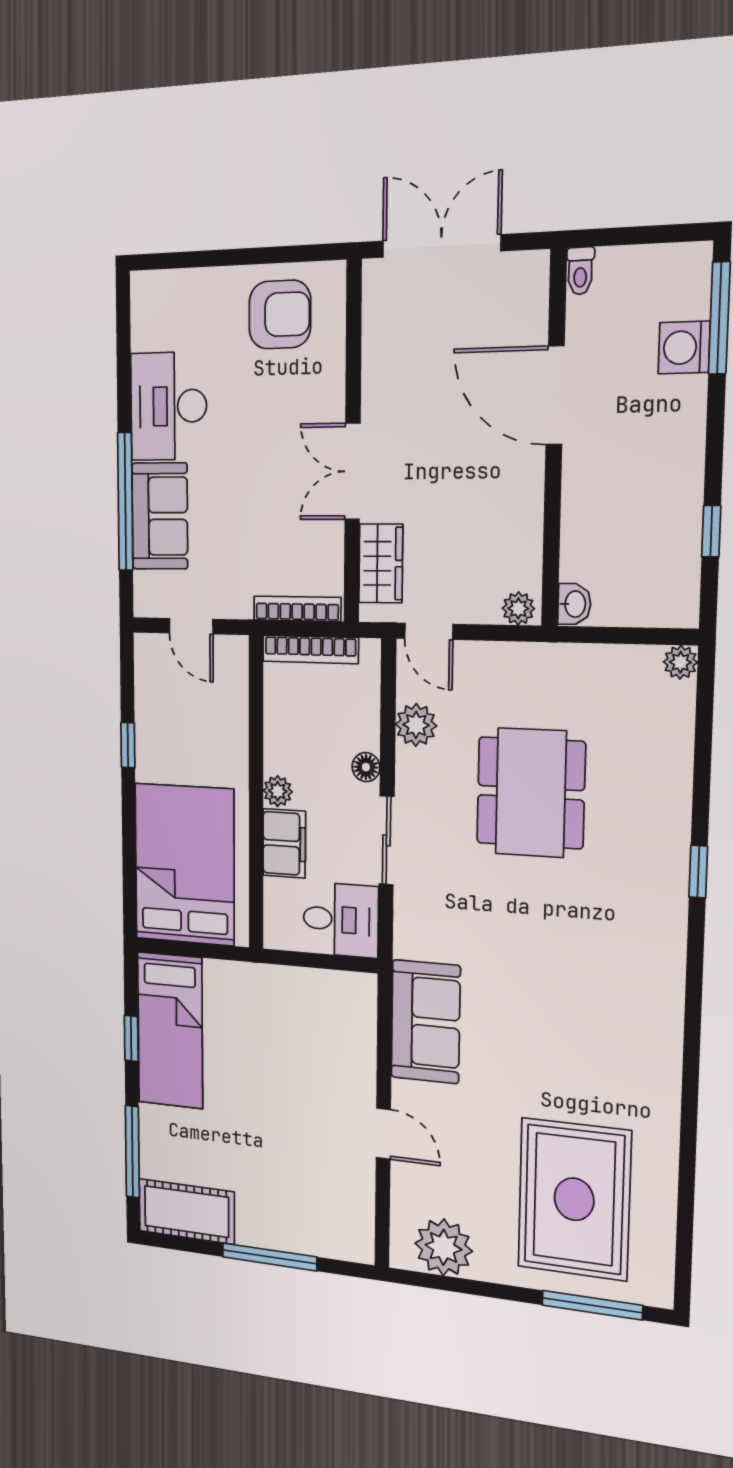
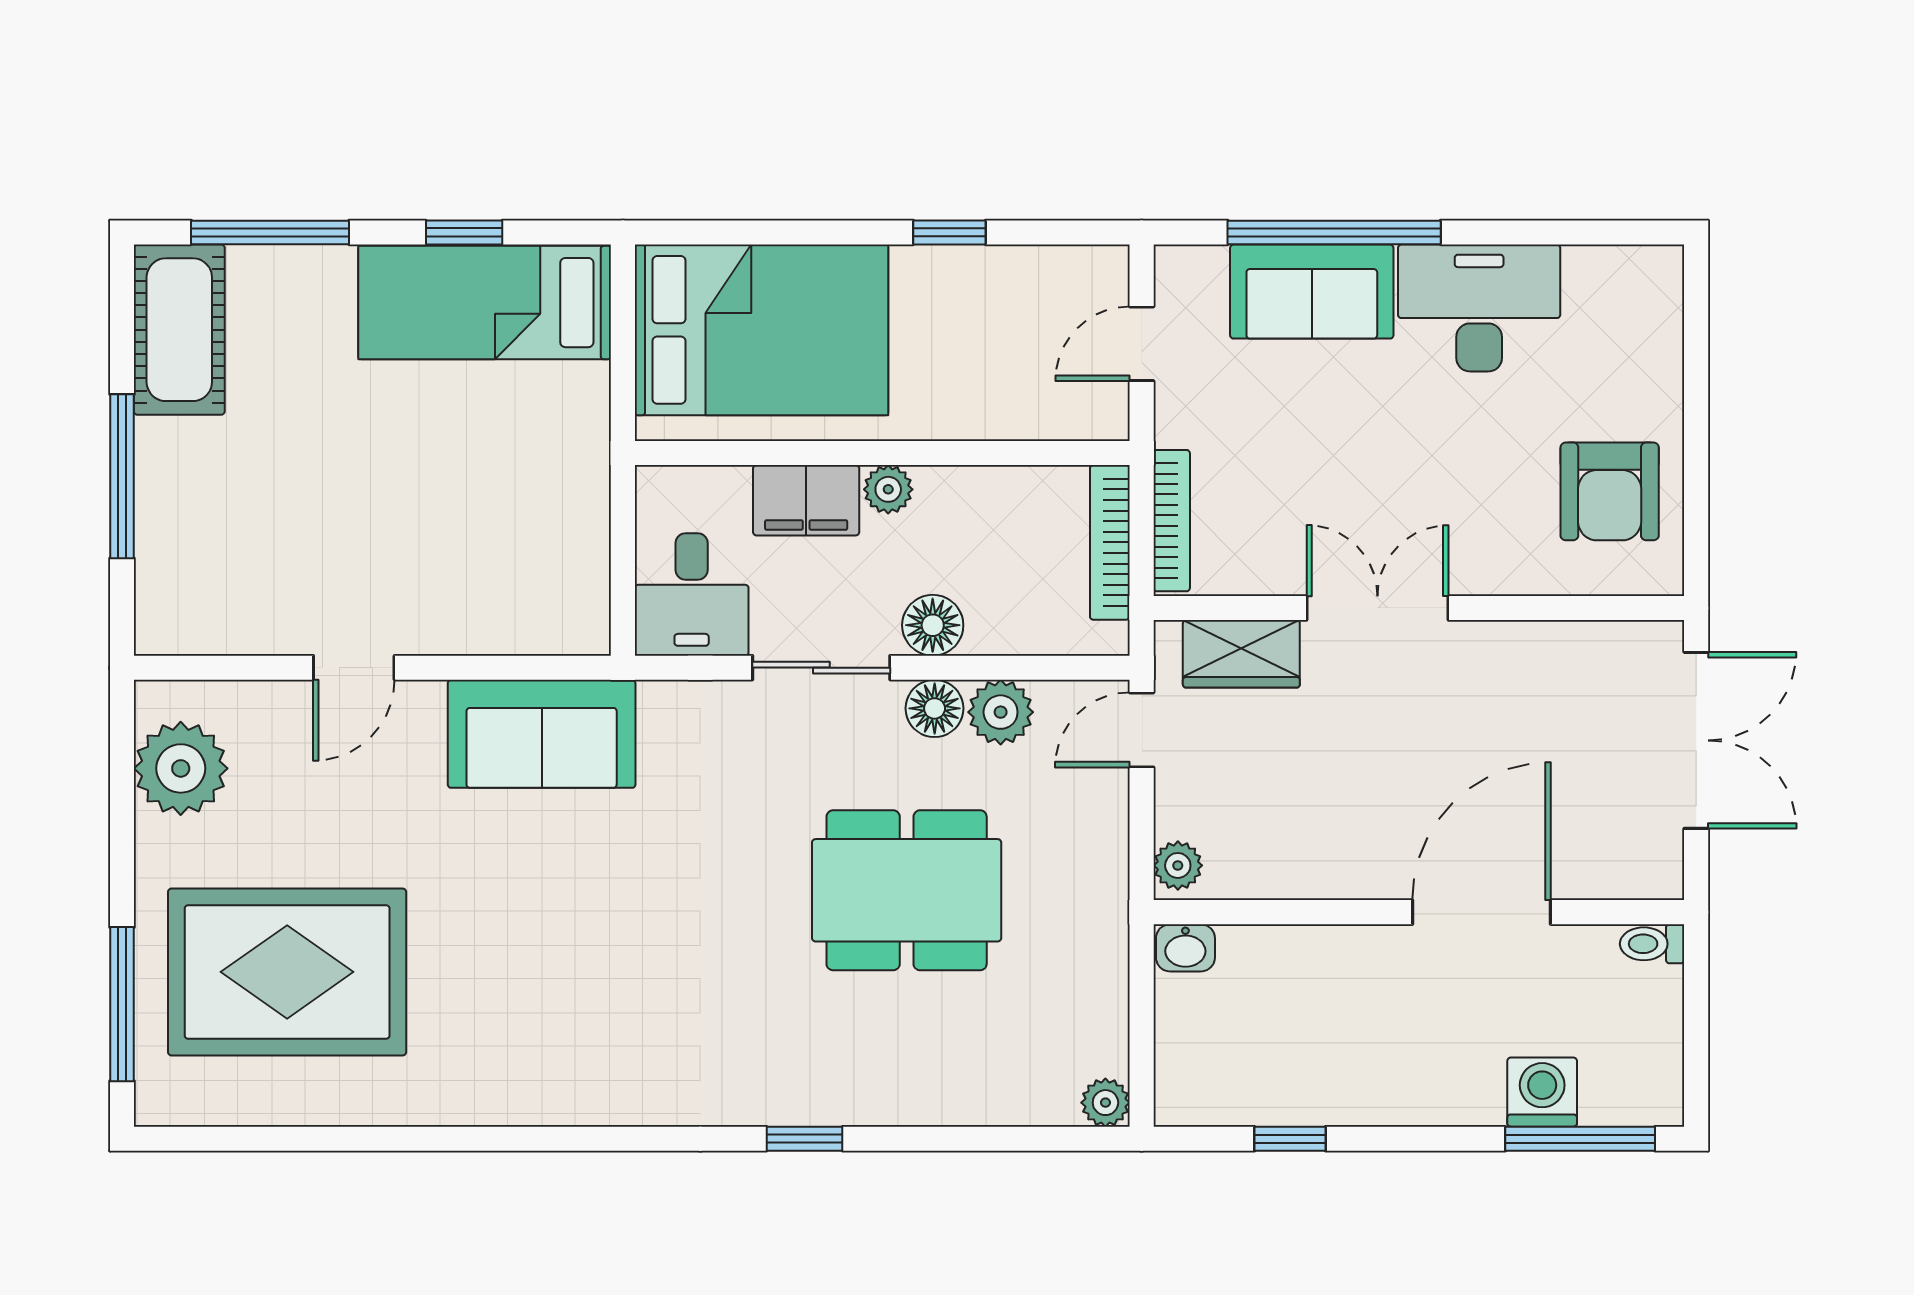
floor lamp: (366, 767) -> (933, 625), width x1.37, depth x1.37
floor lamp: (413, 768) -> (935, 708), added

